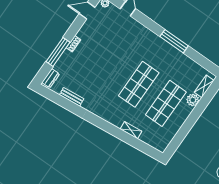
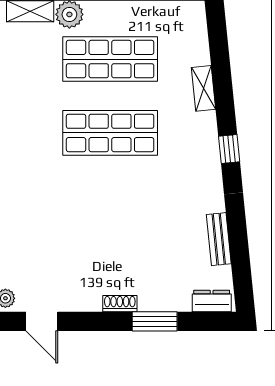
window: (58, 52) -> (155, 321), width x0.69
window: (102, 124) -> (229, 149), added

